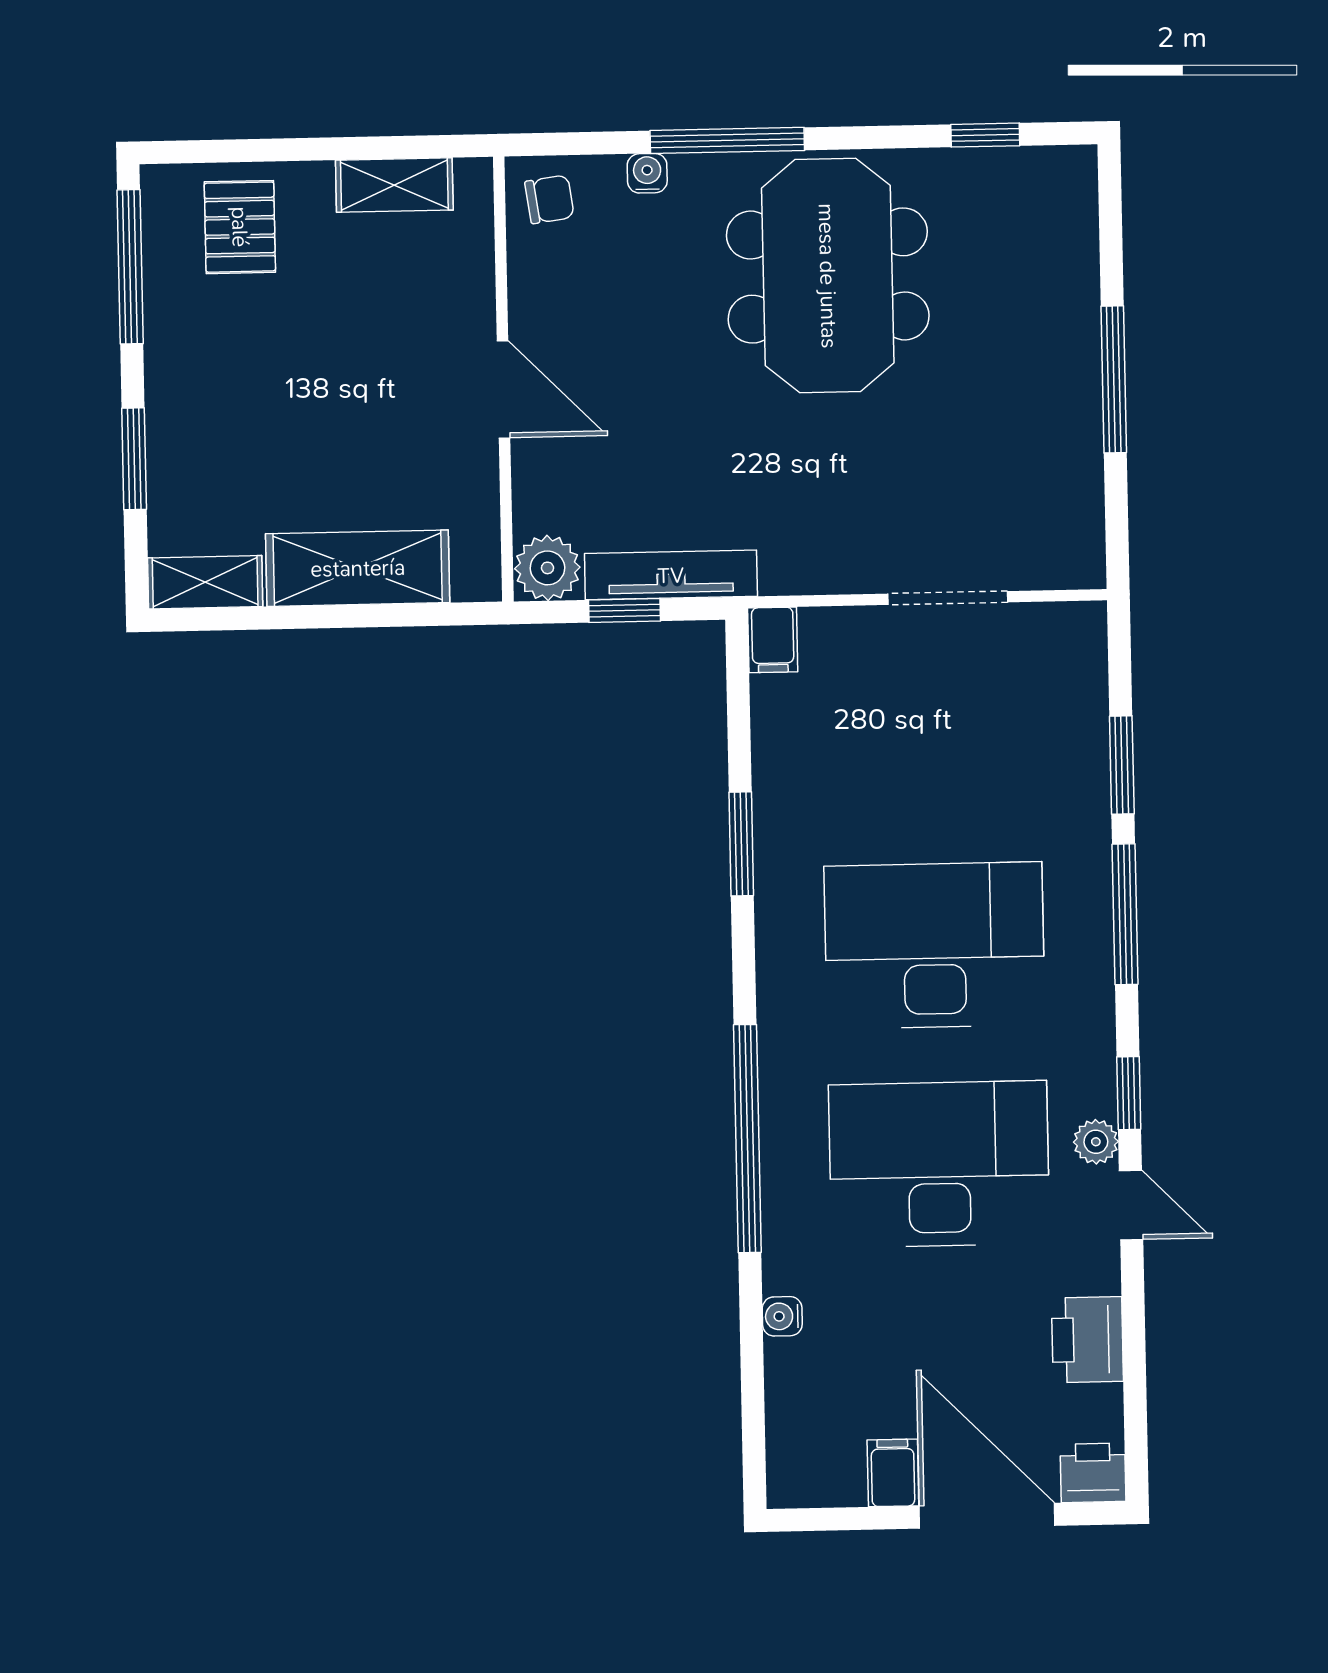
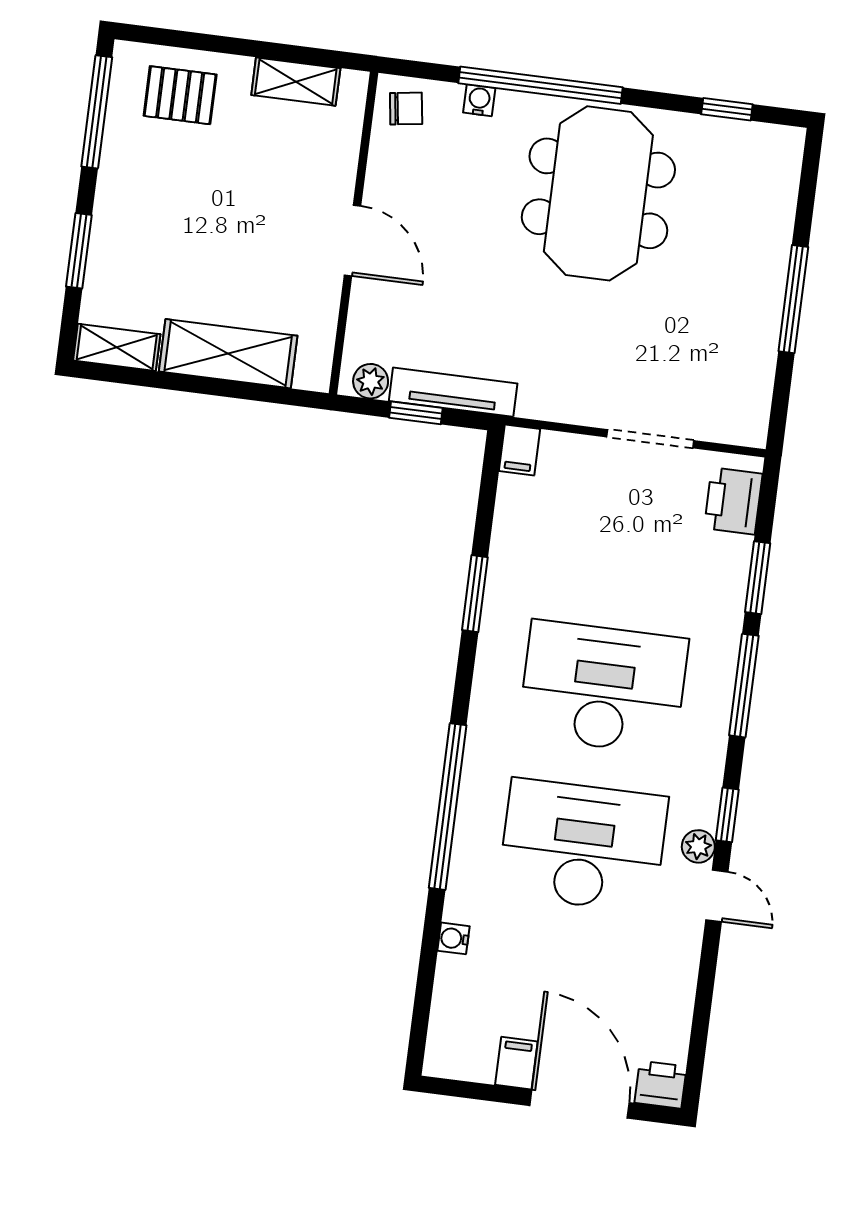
window: (727, 140) -> (541, 85), width x1.46
pallet: (240, 227) -> (180, 95), turned 90
plant: (547, 568) -> (371, 381), width x0.73, depth x0.73
printer: (1087, 1340) -> (733, 501), moved

